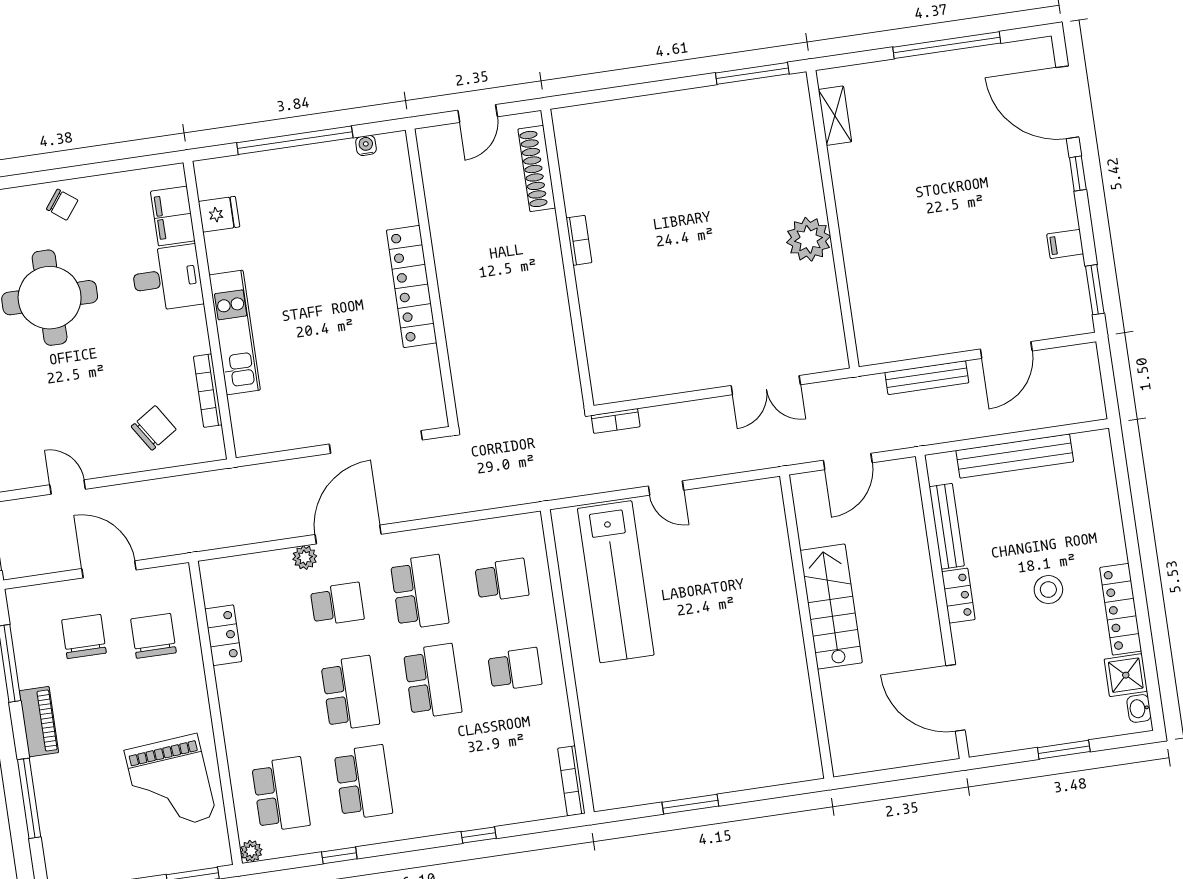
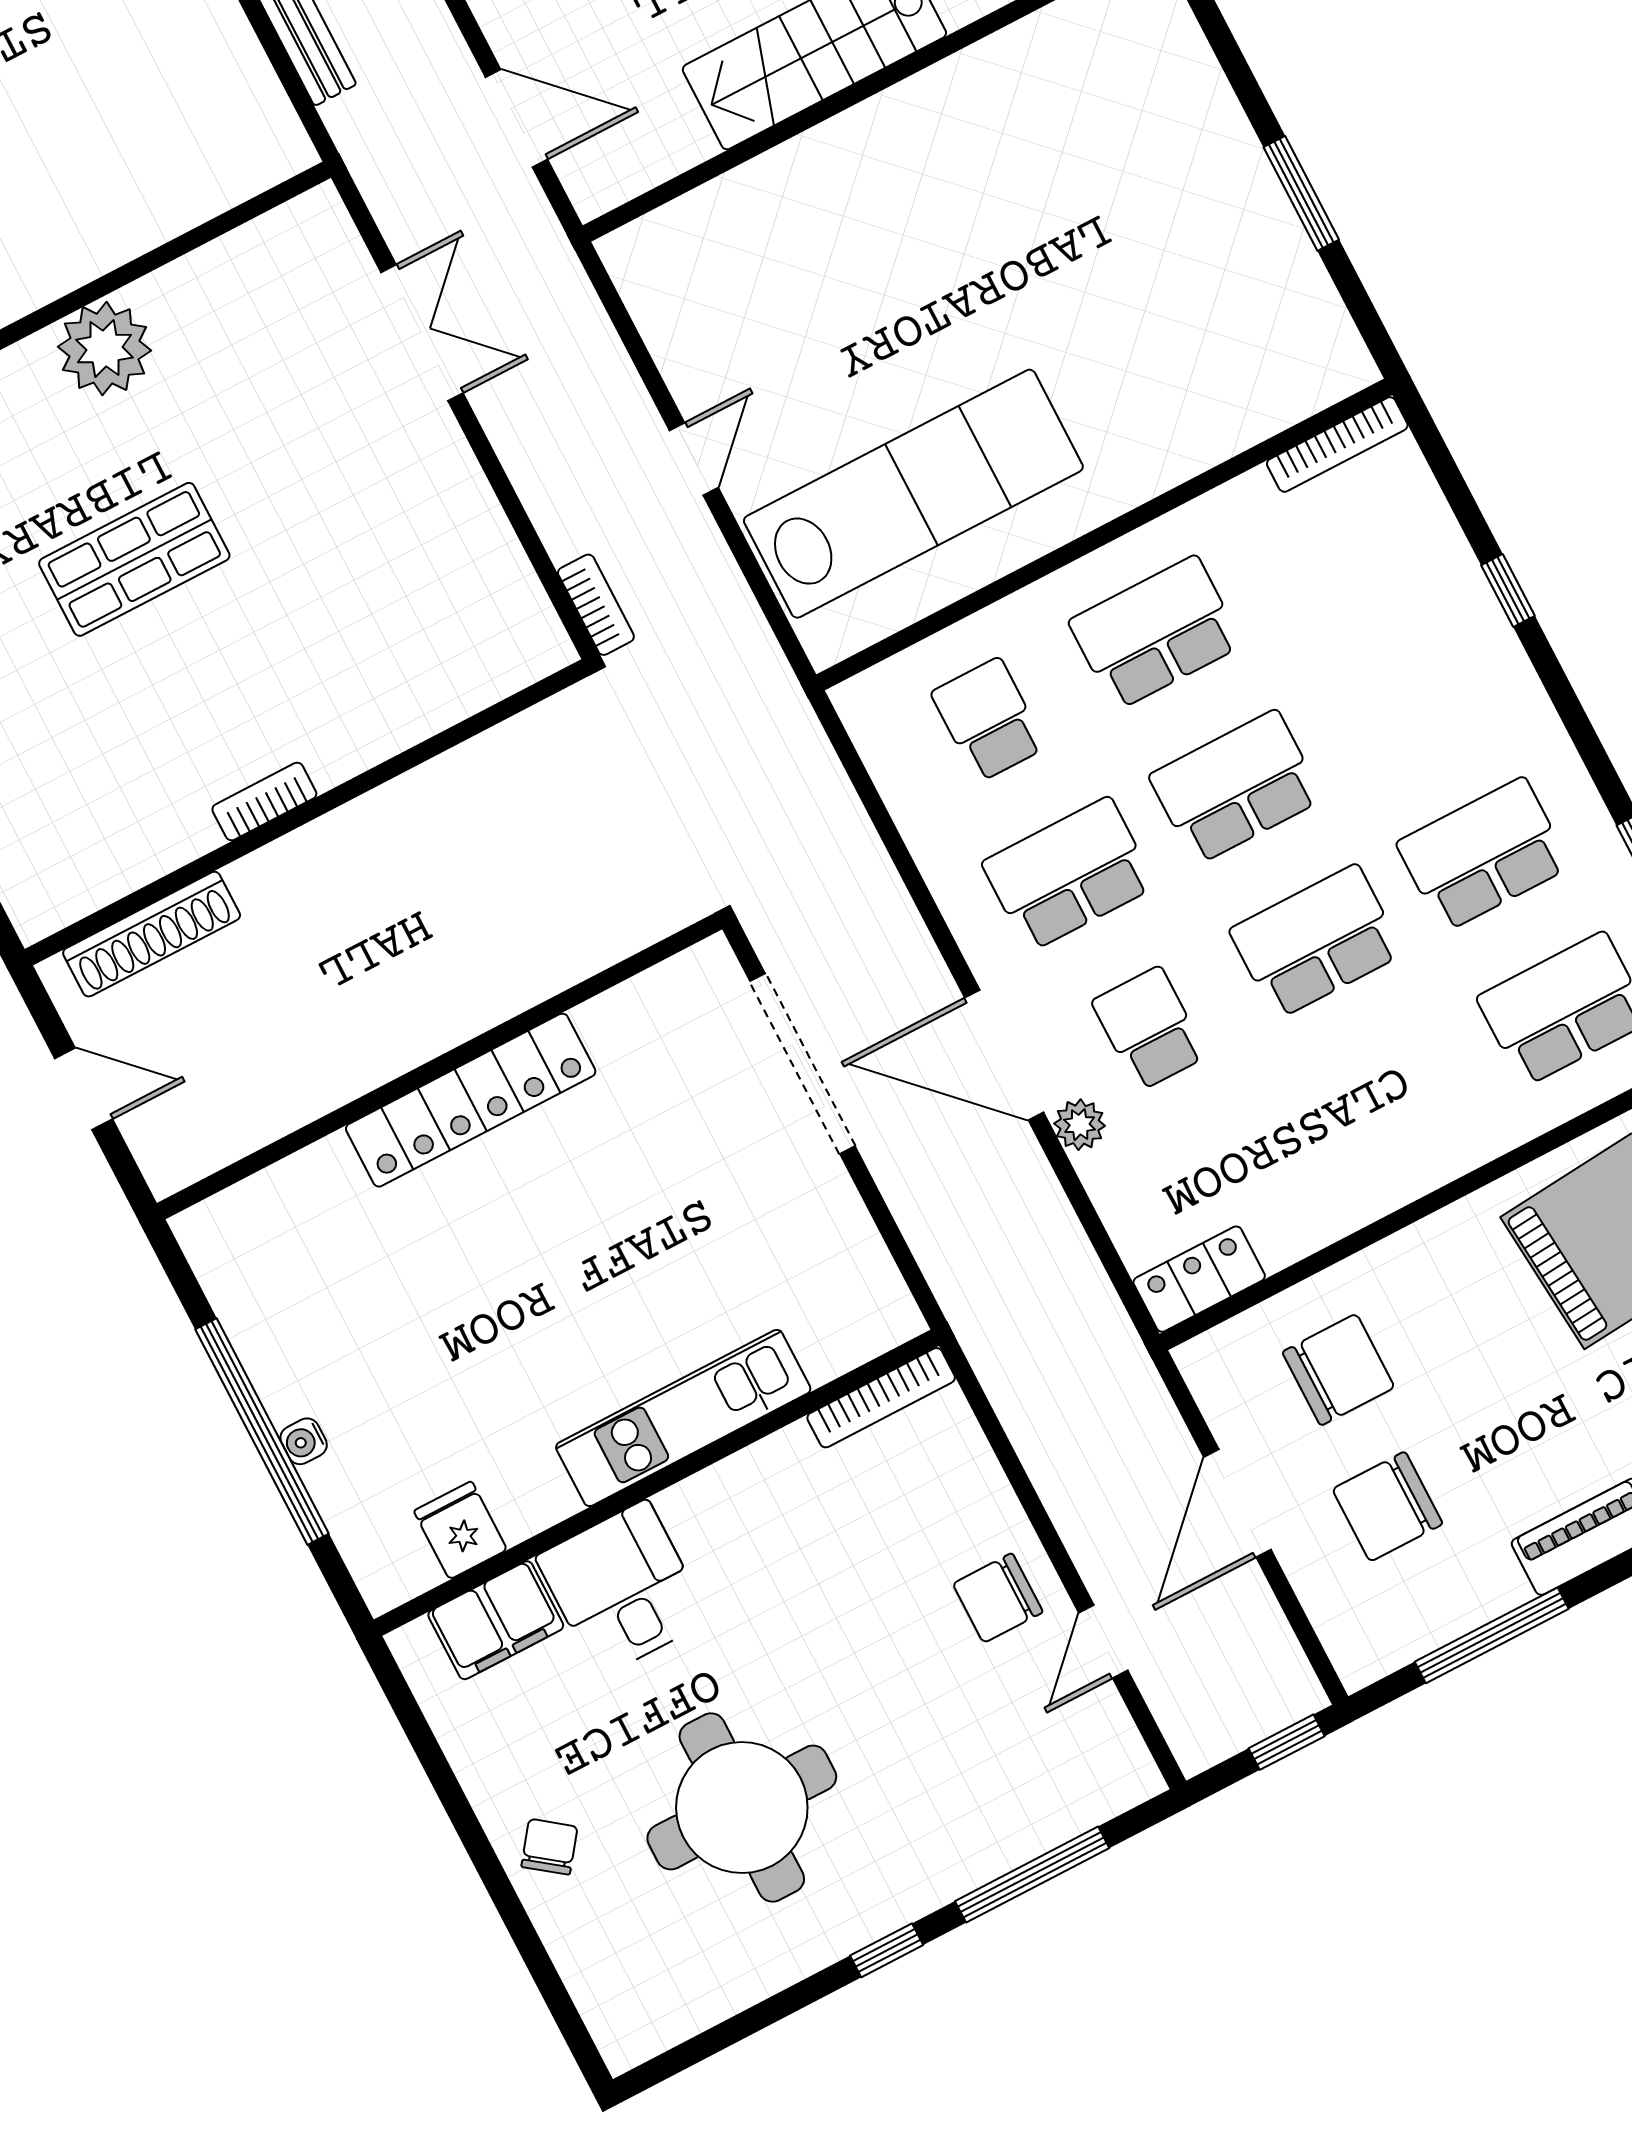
water cooler: (366, 145) -> (304, 1441), moved
shop shelf: (709, 220) -> (134, 559), added
bookcase: (208, 391) -> (881, 1398), moved
chair: (154, 428) -> (998, 1598), moved, turned -57
locker: (223, 635) -> (1199, 1279), moved
chair: (153, 636) -> (1338, 1370), turned 180
school desk: (515, 669) -> (1156, 633), width x1.85

